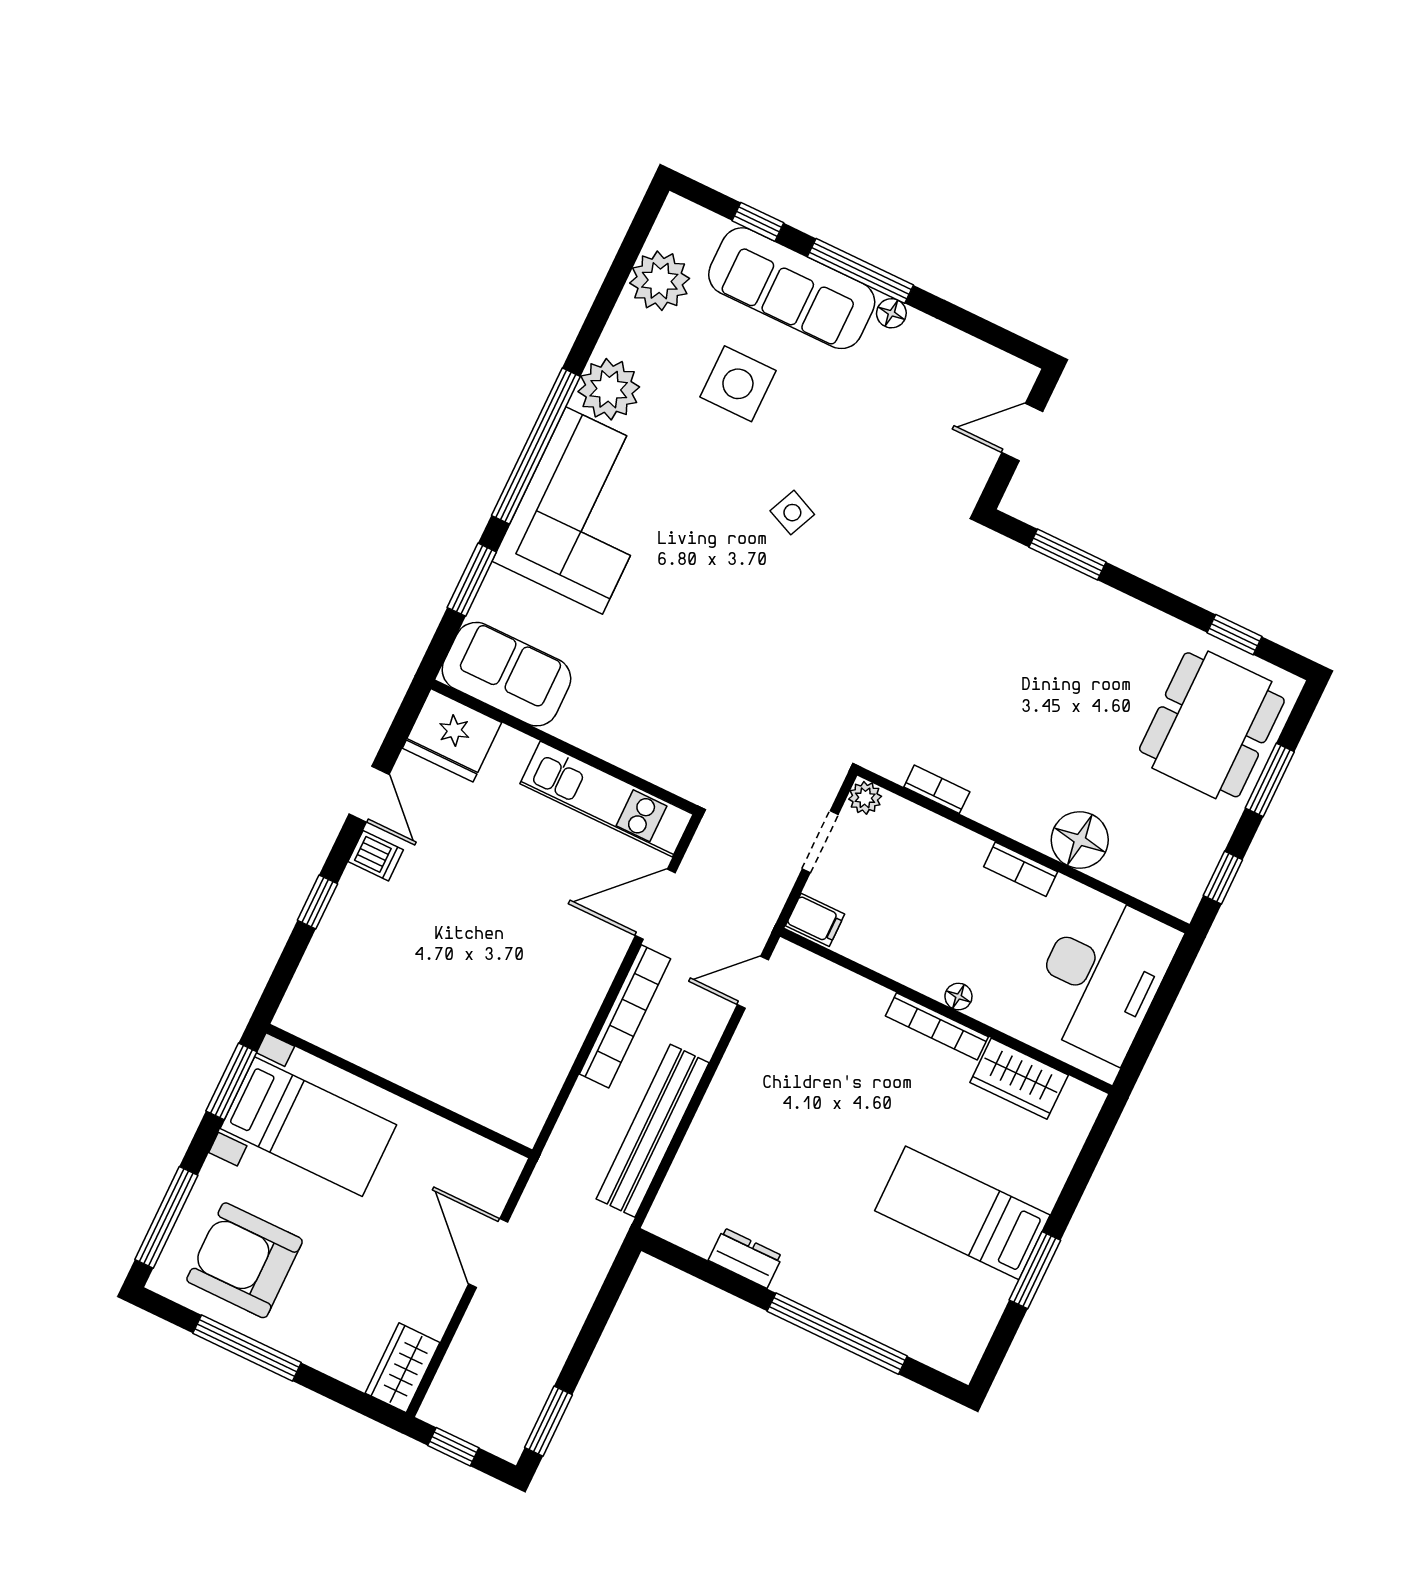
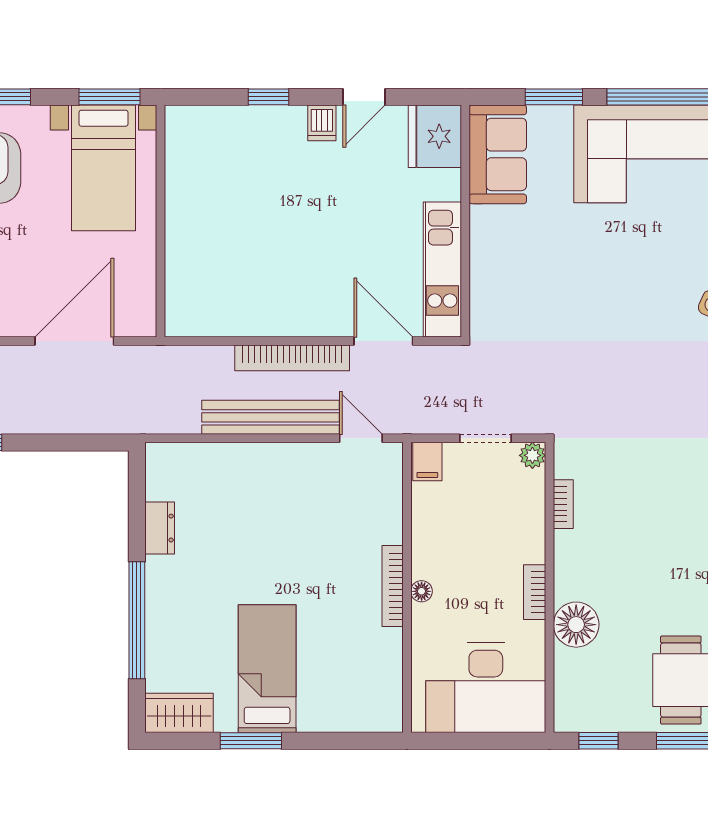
wardrobe: (1019, 1079) -> (179, 713), moved, turned 90
bench: (653, 1131) -> (271, 417), moved
door: (488, 1253) -> (74, 341), width x1.36

